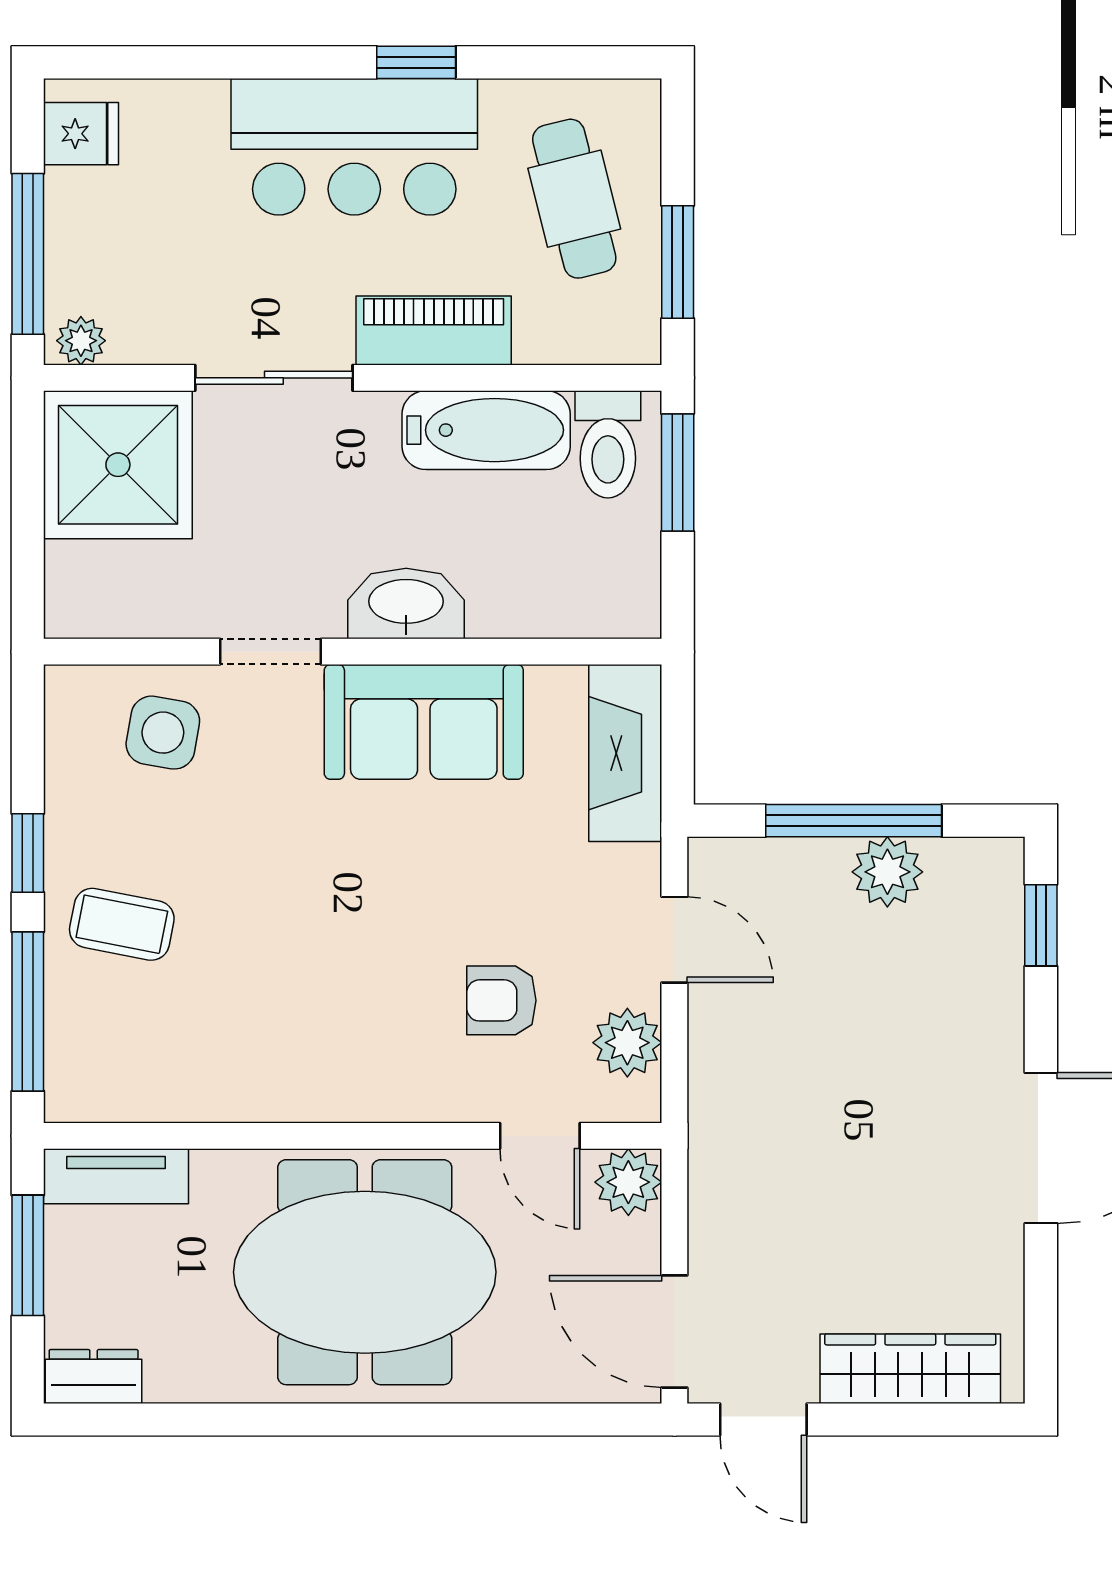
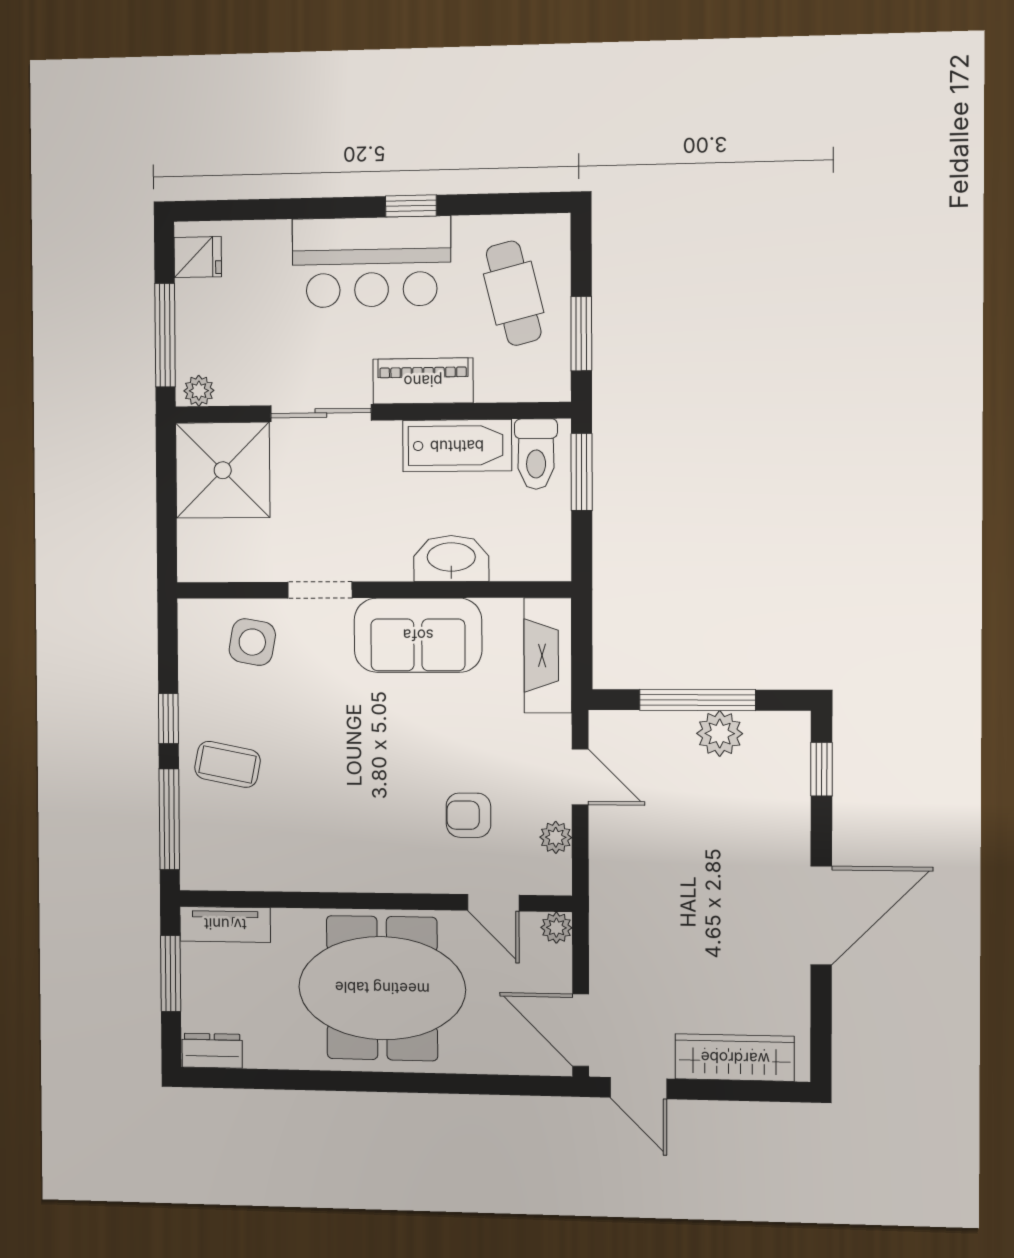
washbasin: (406, 604) -> (451, 558), moved
plant: (627, 1043) -> (556, 837), width x0.73, depth x0.73
plant: (628, 1182) -> (556, 928), width x0.73, depth x0.73

